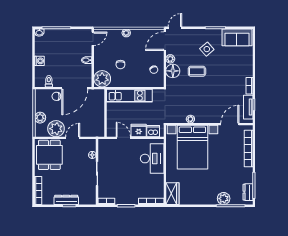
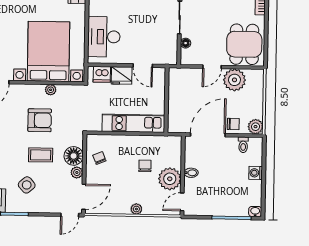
plant: (102, 79) -> (170, 179), moved
armchair: (198, 97) -> (40, 120), added
plant: (40, 118) -> (256, 127), moved

